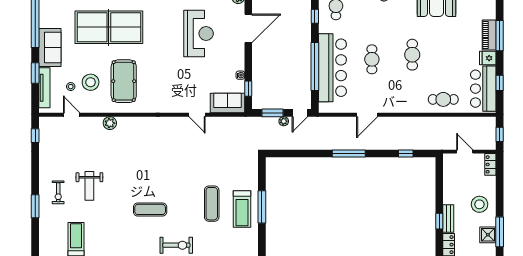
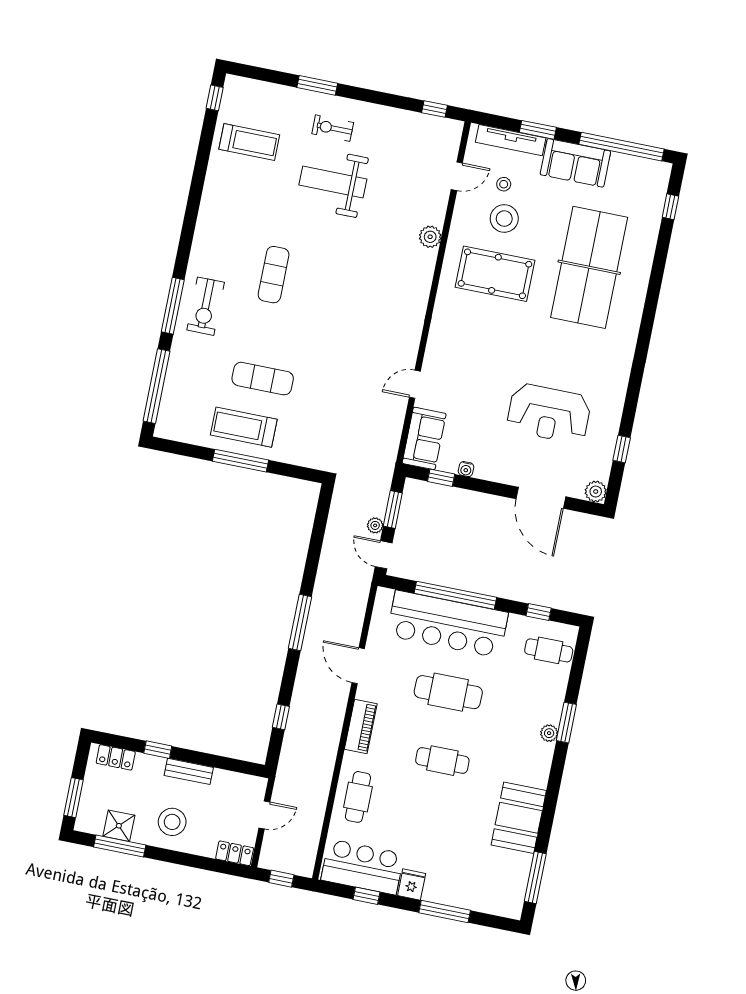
piano: (489, 35) -> (361, 726), moved, turned 90
cafe table: (372, 59) -> (448, 692), width x1.37, depth x1.35
weight bench: (89, 186) -> (333, 182), width x1.36, depth x1.33
bench: (448, 218) -> (189, 771), moved

